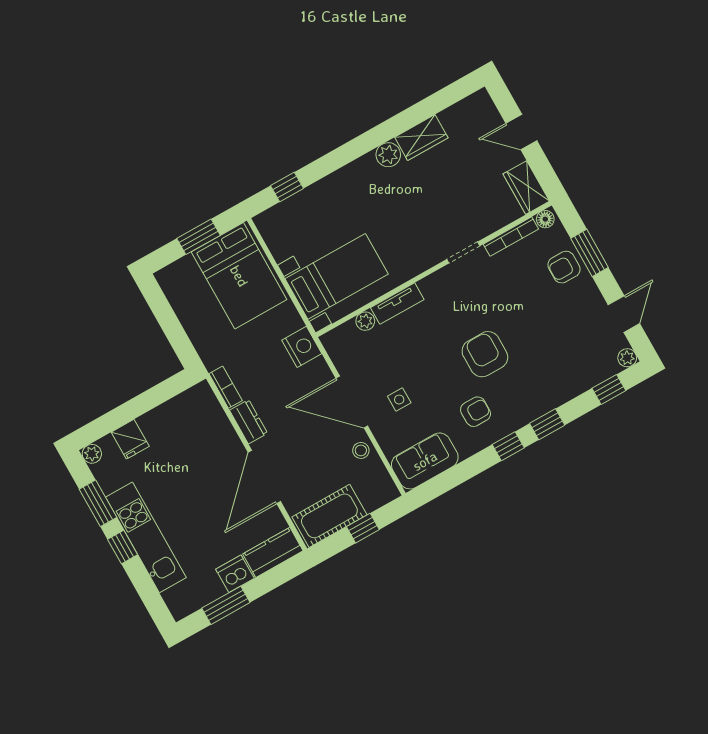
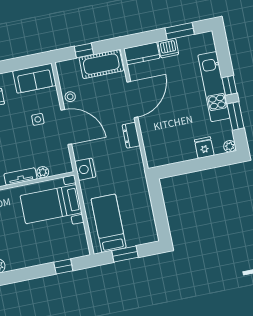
bed: (239, 276) -> (109, 223), width x0.67
bookcase: (226, 387) -> (138, 160), removed

